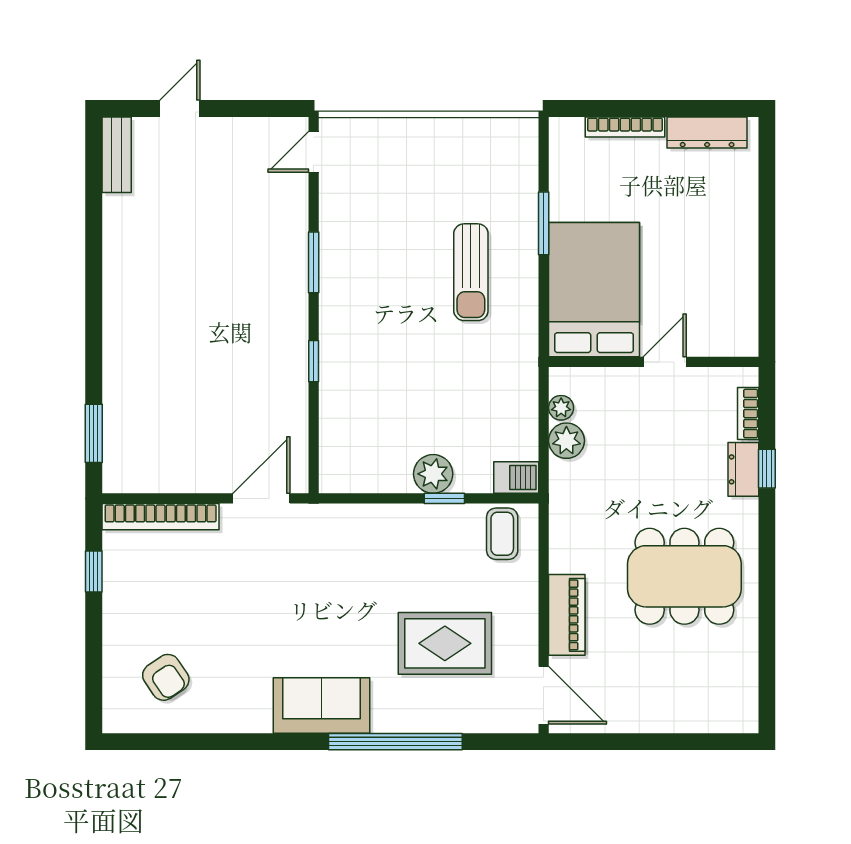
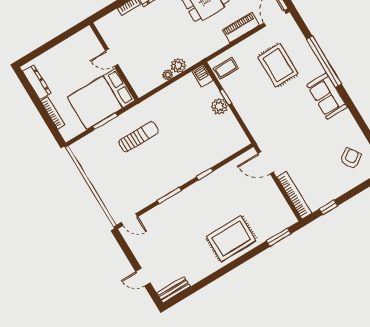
bed: (594, 290) -> (101, 99), moved
rug: (150, 335) -> (231, 239), added
wall: (654, 362) -> (114, 62), moved
door: (665, 362) -> (112, 58), moved

